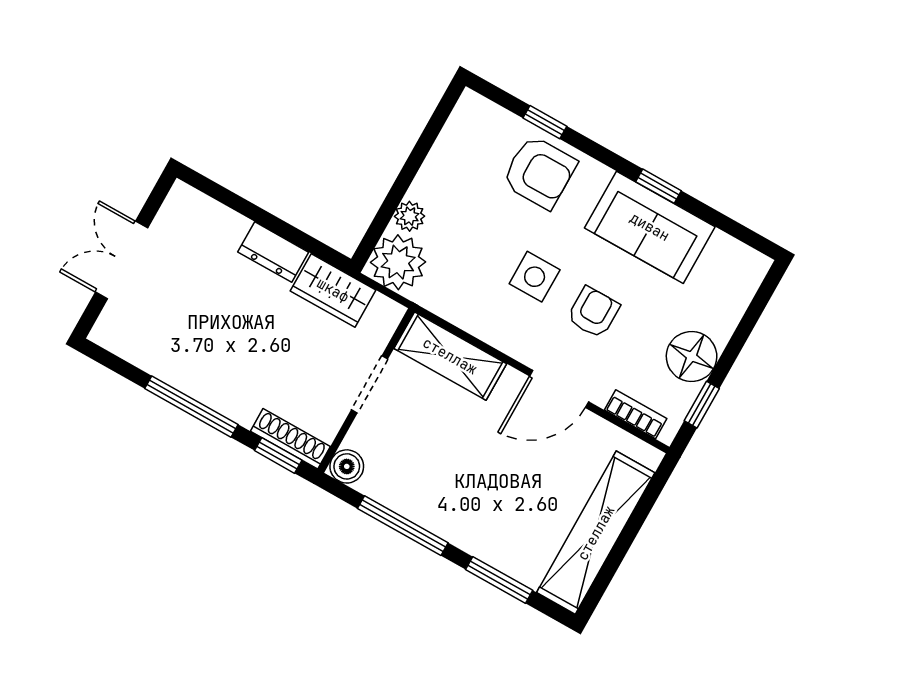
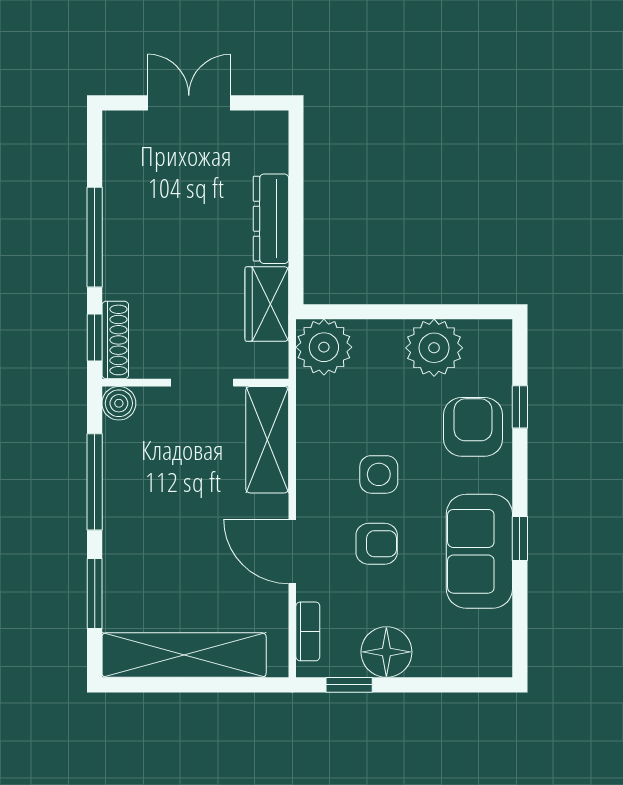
armchair: (539, 172) -> (473, 427), turned 180
plant: (410, 216) -> (434, 348), moved, width x1.88, depth x1.88
dresser: (273, 252) -> (271, 219), width x1.44

